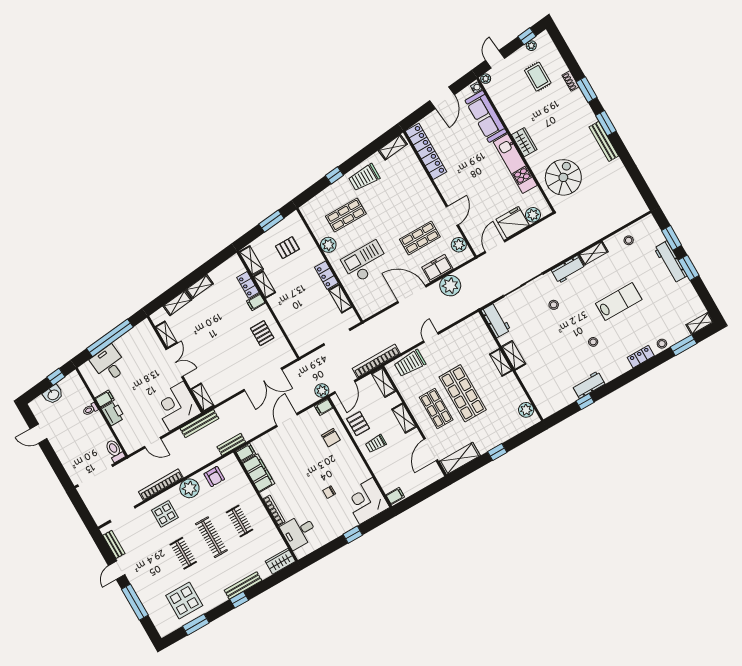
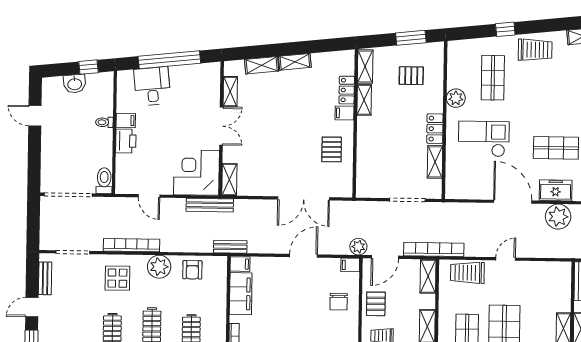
trolley: (364, 177) -> (535, 50), turned 180
shop shelf: (346, 215) -> (493, 78), turned 90

